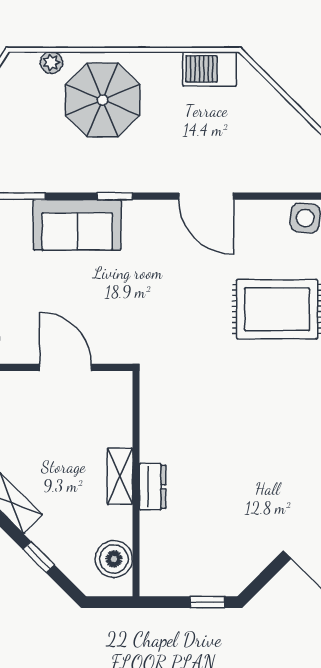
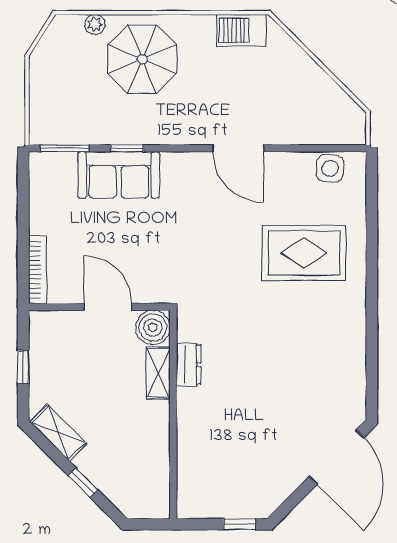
window: (115, 196) -> (127, 148), moved
shelving: (120, 476) -> (158, 373), moved
dresser: (153, 487) -> (189, 365), moved
boiler: (114, 559) -> (153, 327), moved

